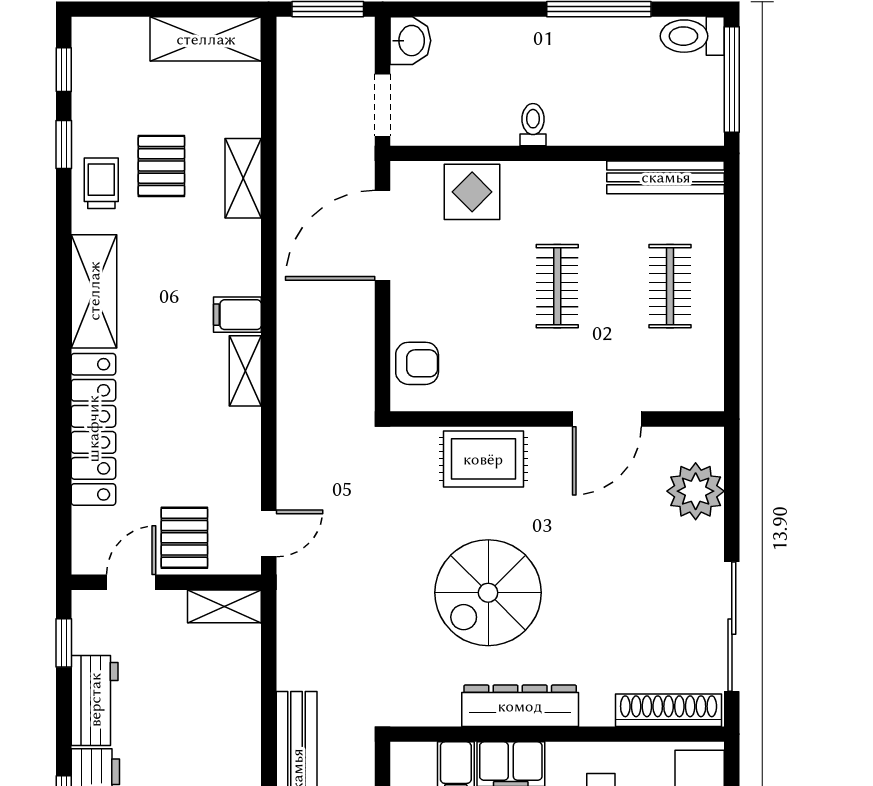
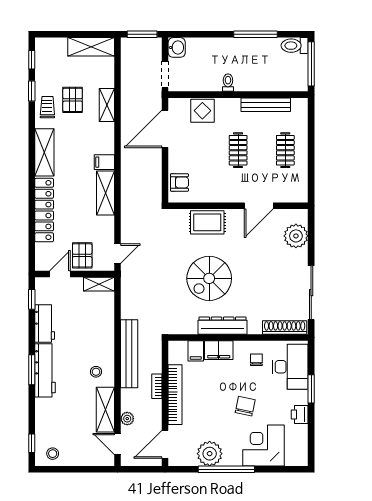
bench: (666, 177) -> (266, 105), moved
shelving: (245, 371) -> (105, 193), width x1.50, depth x1.33

